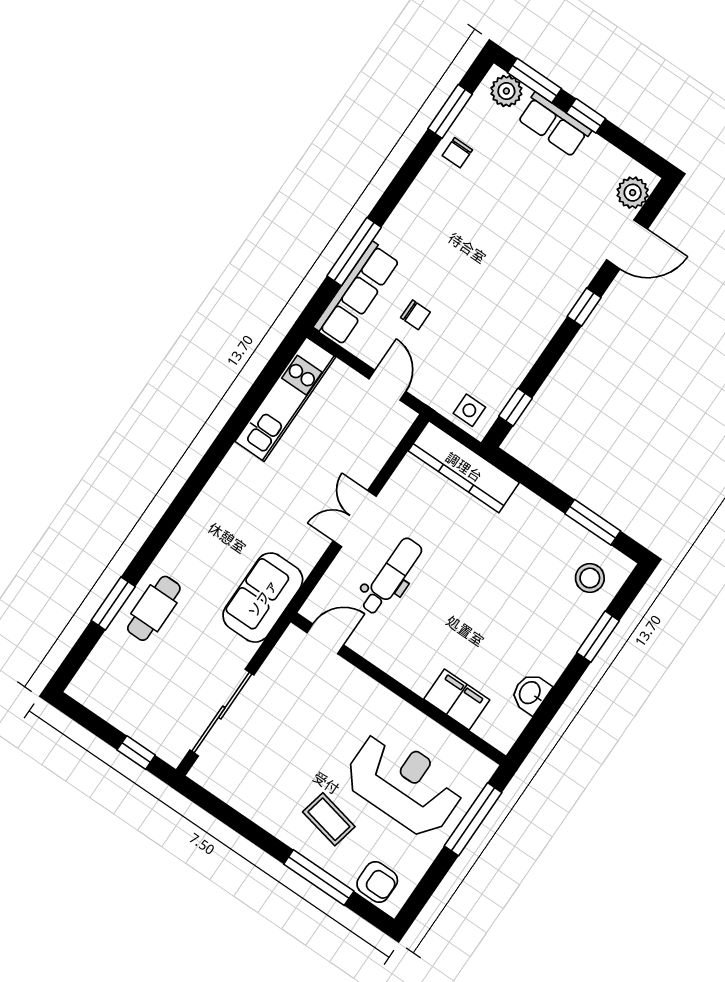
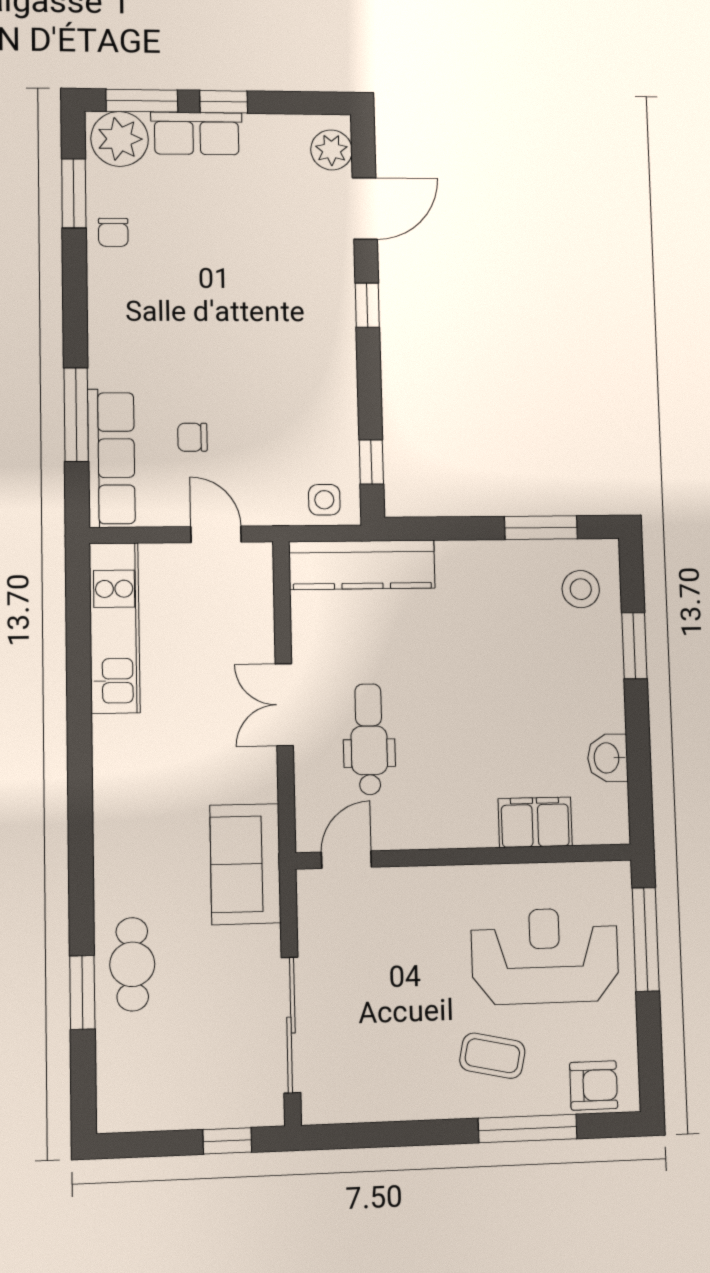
plant: (506, 91) -> (120, 139), width x1.36, depth x1.36
chair: (415, 315) -> (192, 437), turned 180

